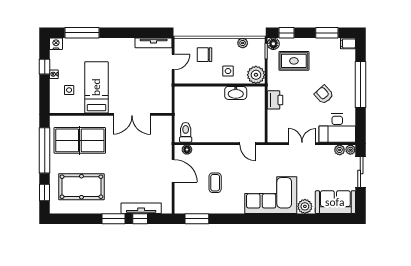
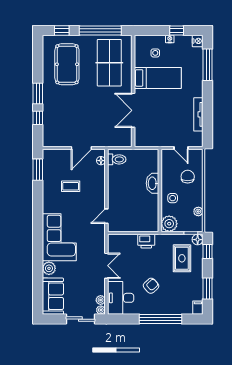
tv unit: (154, 43) -> (198, 114), moved
washbasin: (236, 93) -> (153, 183), moved
tv unit: (141, 208) -> (47, 119), removed

